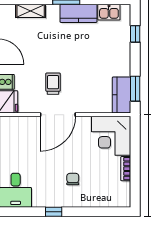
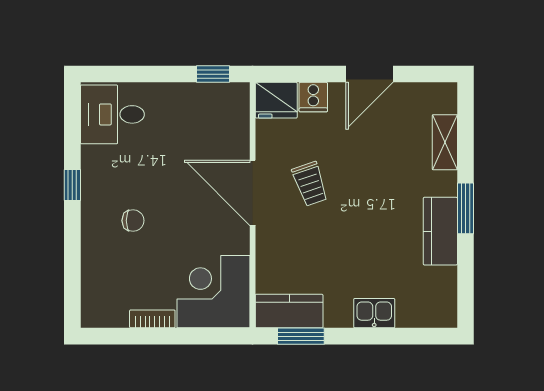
kitchen sink: (109, 12) -> (374, 313), moved, turned 90
window: (135, 34) -> (402, 336), removed
trolley: (53, 84) -> (310, 184), turned 71

